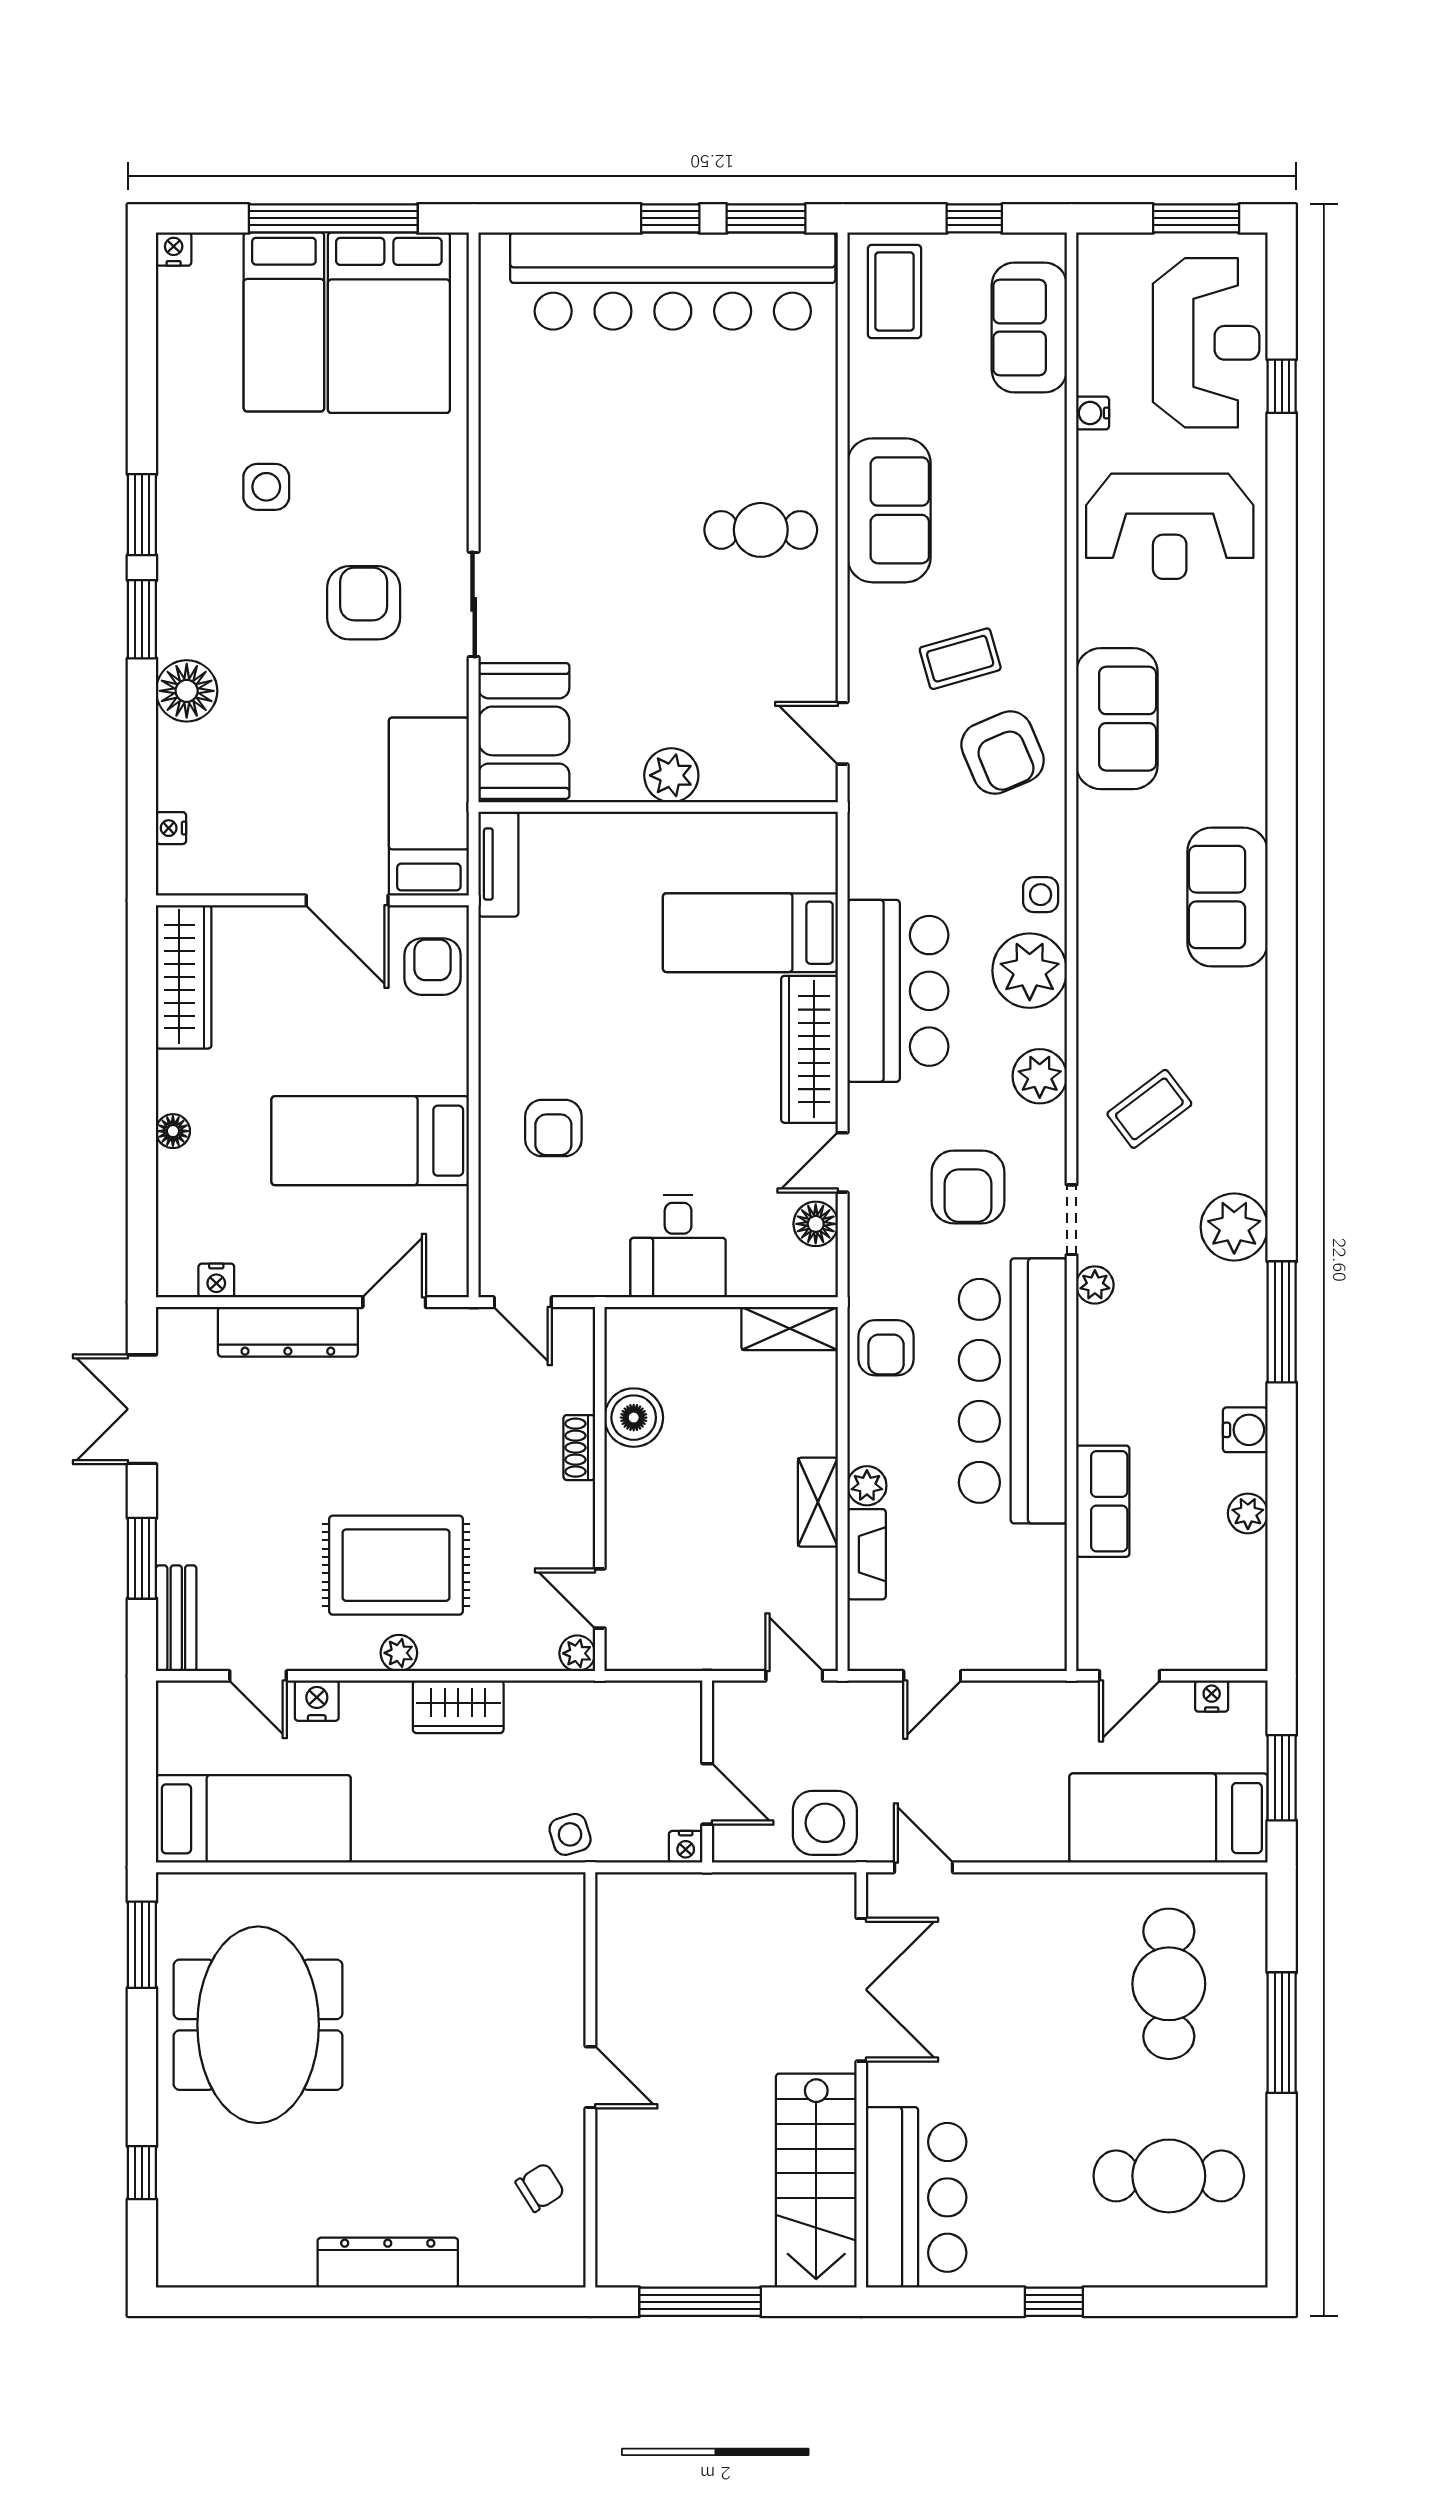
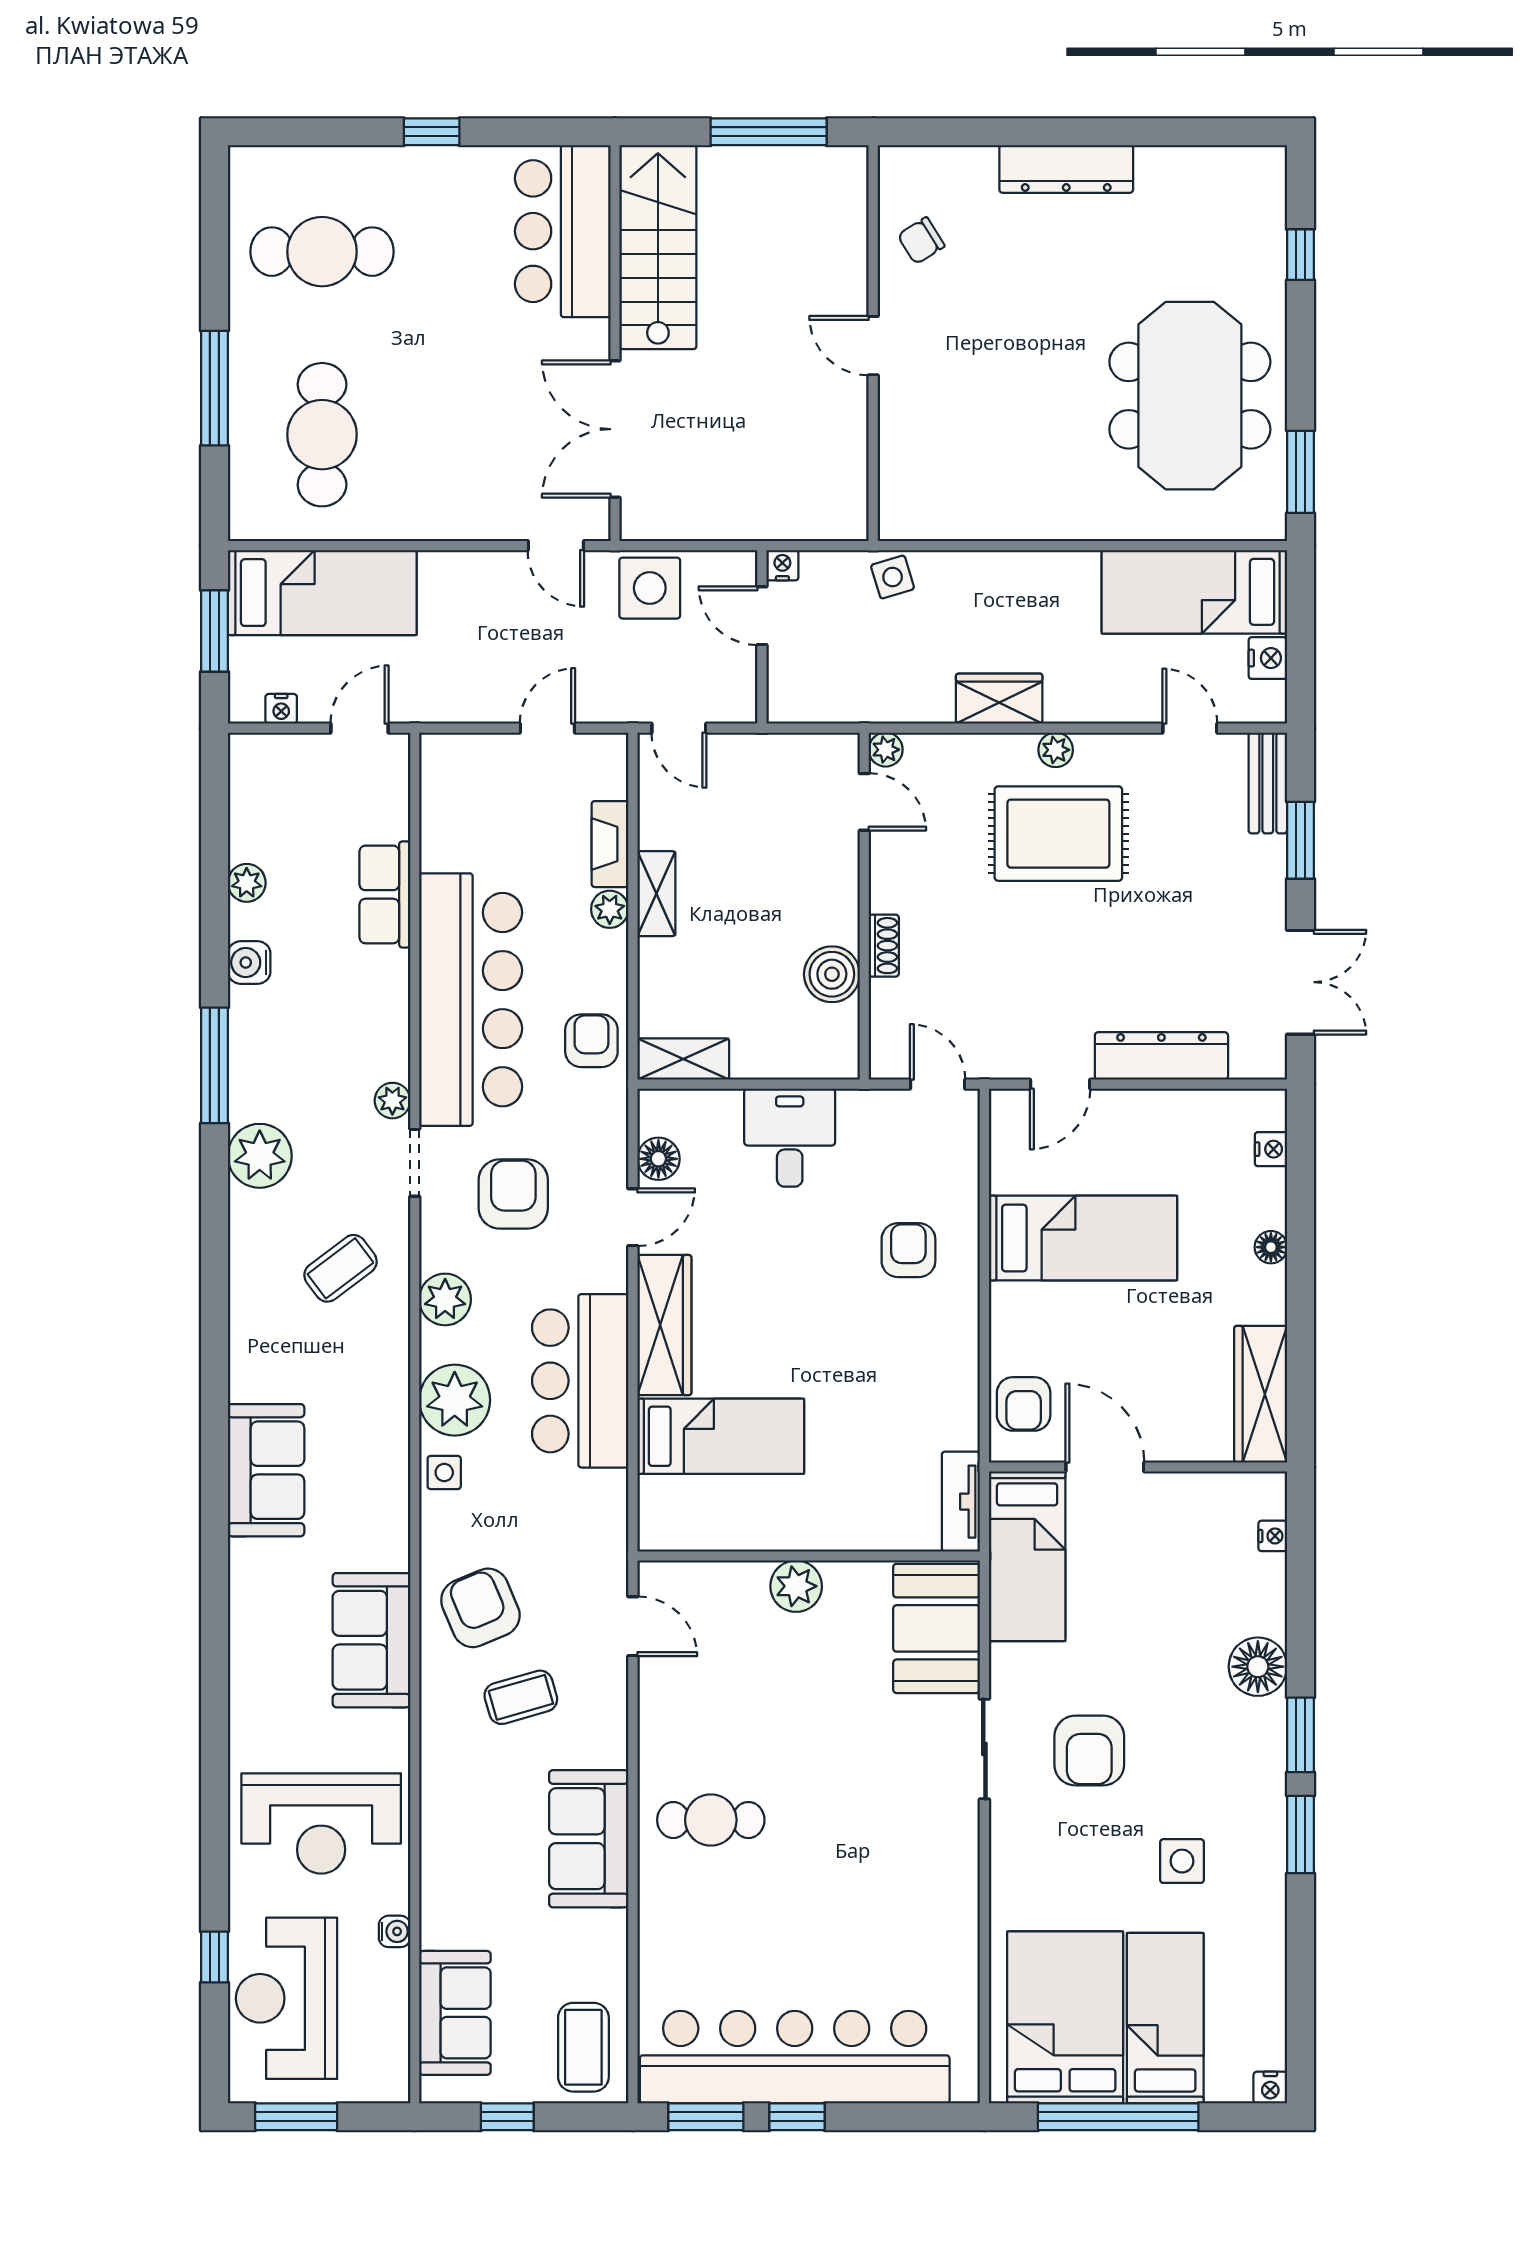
reception desk: (1170, 526) -> (321, 1823), turned 180
nightstand: (216, 1281) -> (1271, 1149), moved, turned 90
nightstand: (317, 1701) -> (1268, 658), moved, turned -90

